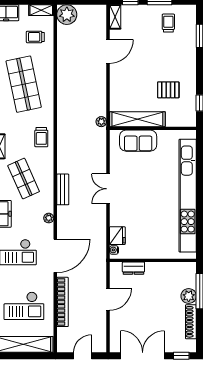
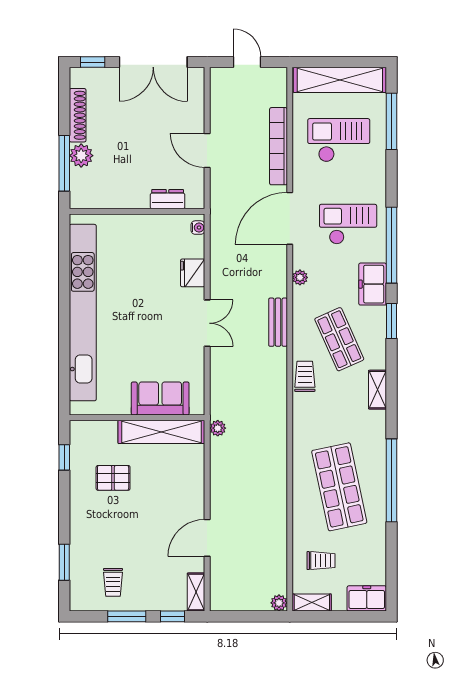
plant: (67, 15) -> (279, 603), width x0.53, depth x0.53
trolley: (41, 137) -> (305, 376), moved
fridge: (117, 236) -> (193, 273), moved
door: (108, 299) -> (207, 150), hinge flipped
door: (83, 356) -> (247, 62), swing flipped

